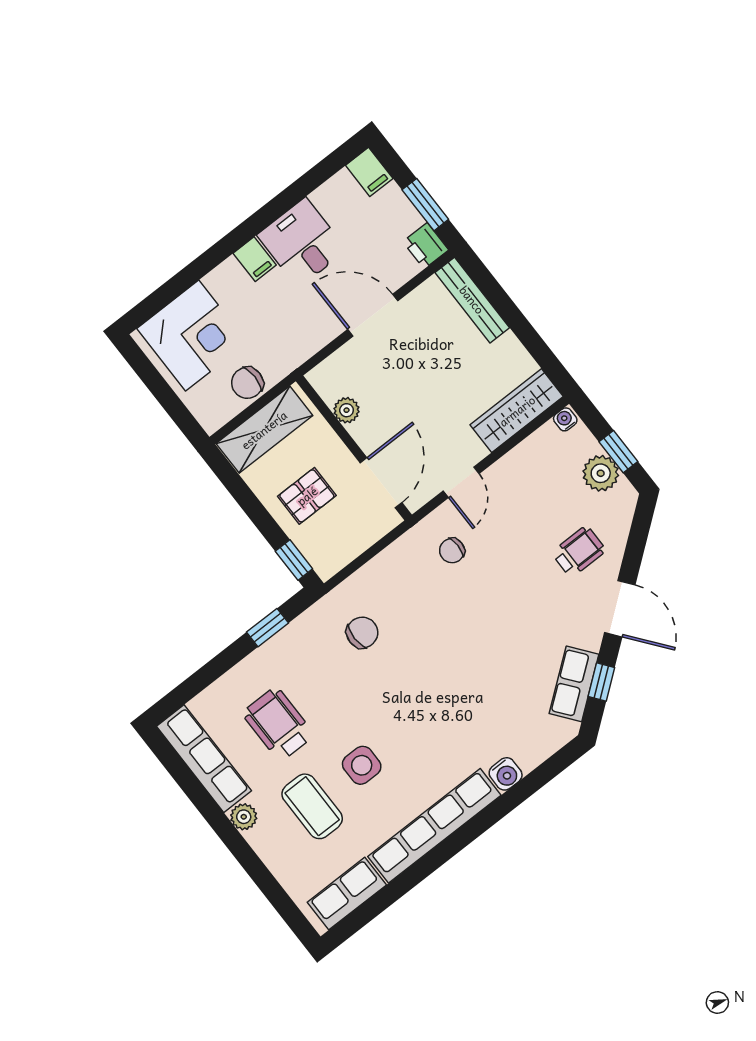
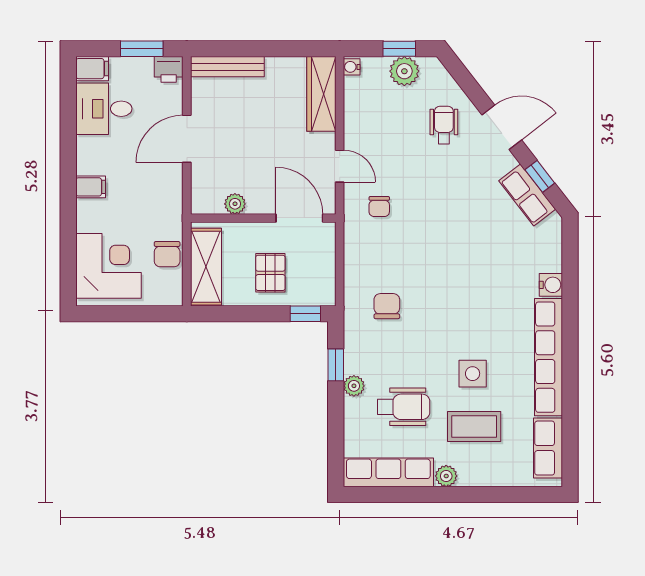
desk: (302, 243) -> (104, 109), moved
plant: (261, 661) -> (354, 386), added
wheelchair: (278, 724) -> (404, 407), turned 180

